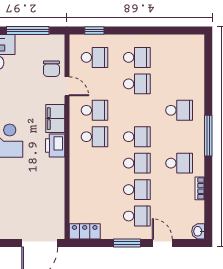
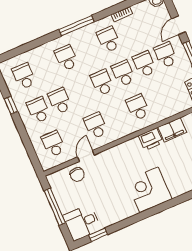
window: (94, 30) -> (11, 105), moved
school desk: (179, 57) -> (24, 76), added
chair: (51, 69) -> (77, 175), turned 90
filing cabinet: (55, 119) -> (172, 130), moved
school desk: (95, 137) -> (138, 107), moved
printer: (55, 145) -> (151, 139), moved

